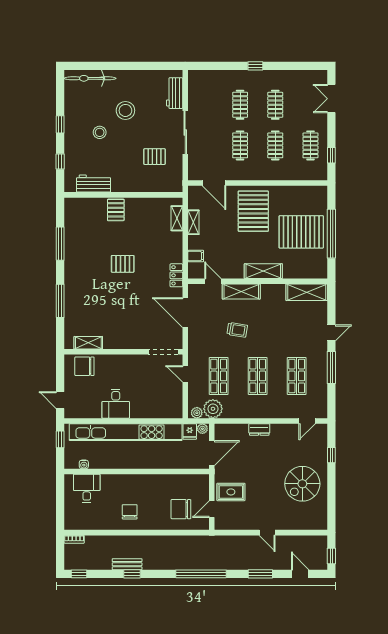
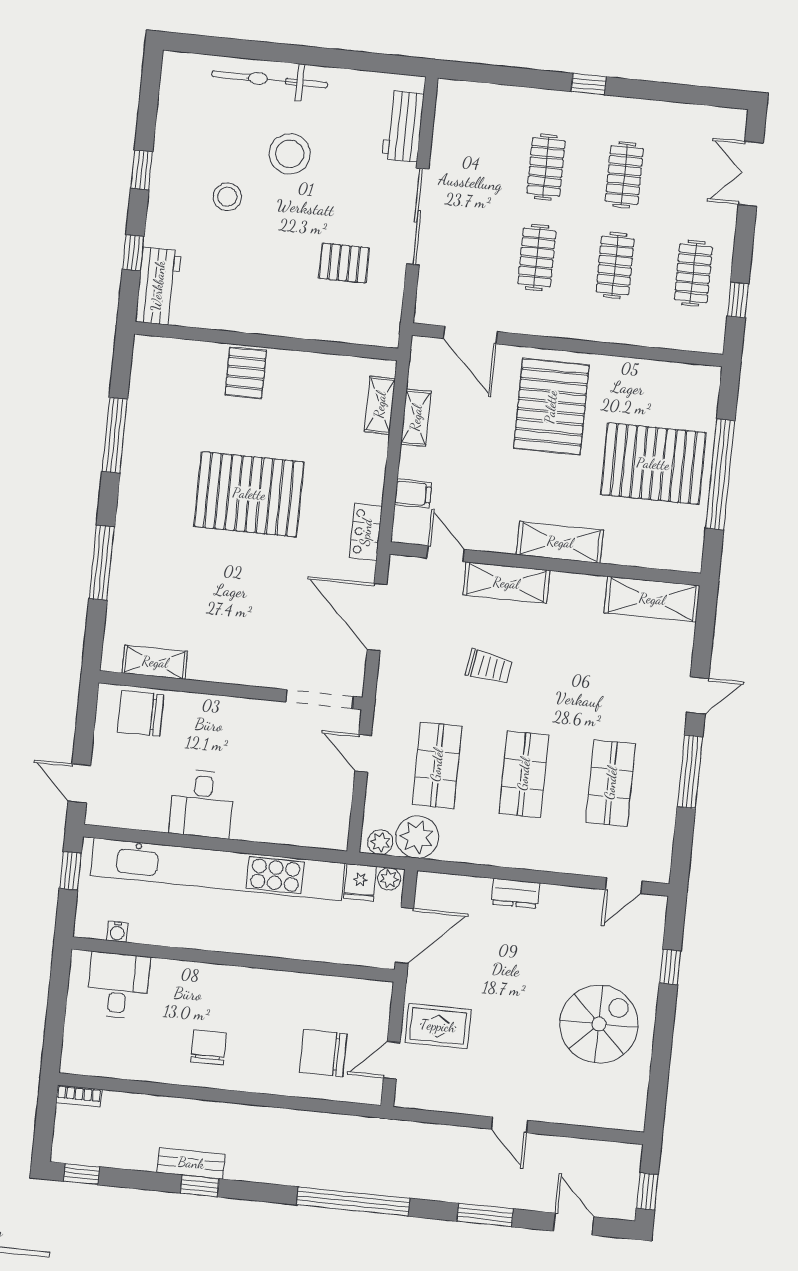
bicycle: (90, 78) -> (270, 79), moved
workbench: (94, 184) -> (158, 286), moved, turned 90
pallet: (123, 264) -> (249, 494), width x2.05, depth x2.00
spiral stairs: (302, 484) -> (599, 1024), turned 180

